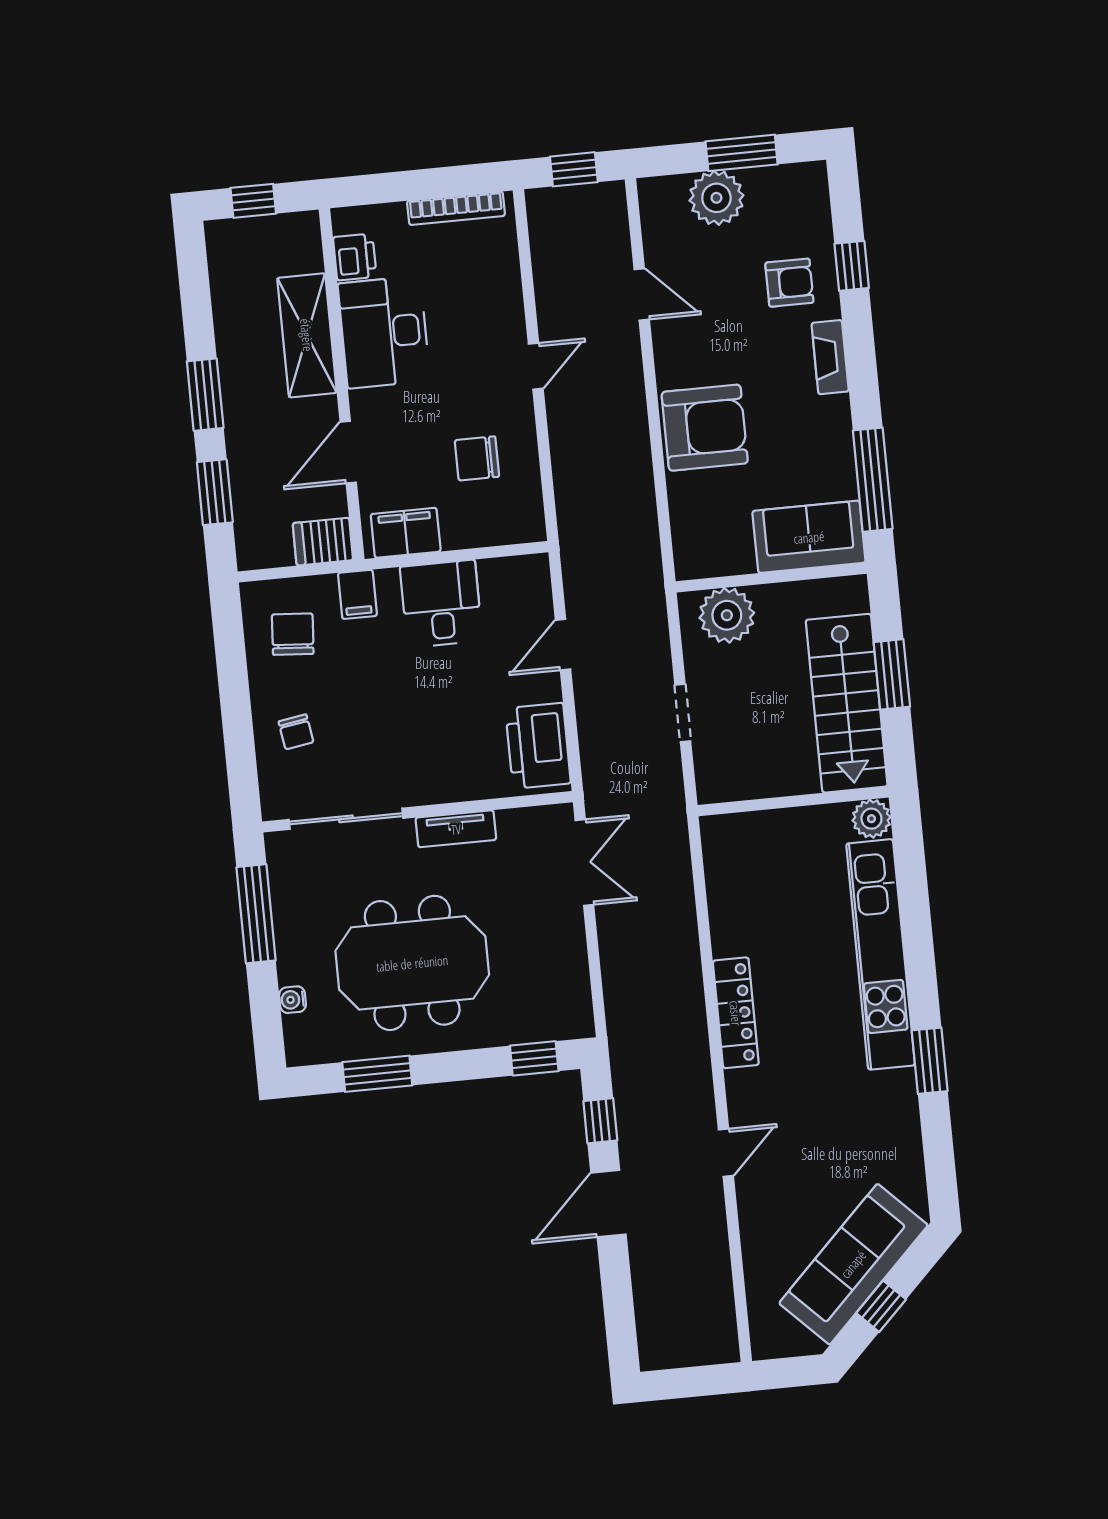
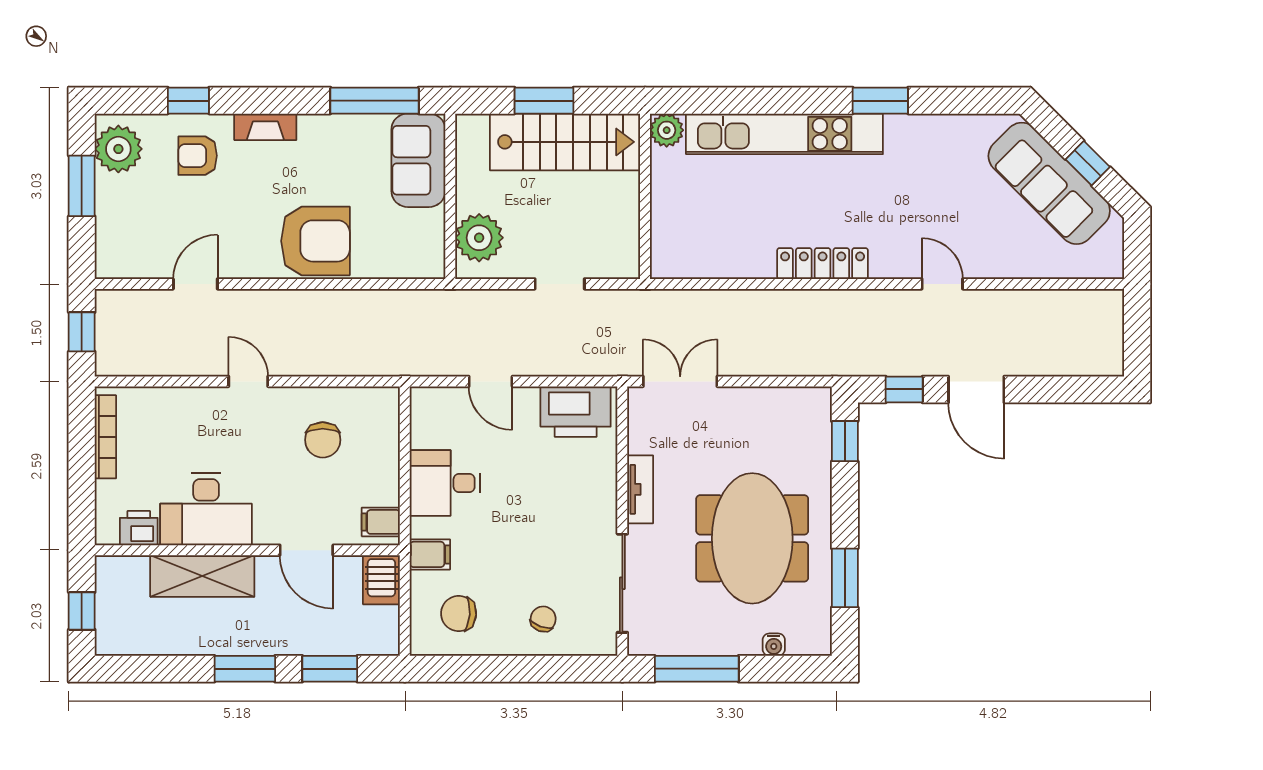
plant: (716, 198) -> (118, 149), moved
armchair: (789, 283) -> (198, 156), turned -90
armchair: (705, 428) -> (315, 241), turned 90
filing cabinet: (406, 533) -> (381, 522), width x0.50
chair: (296, 732) -> (543, 619), turned -61

